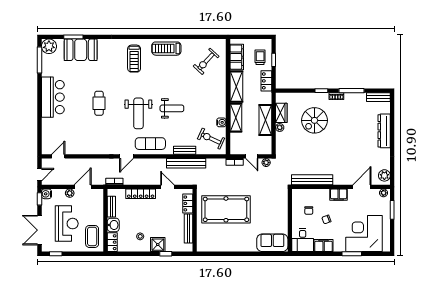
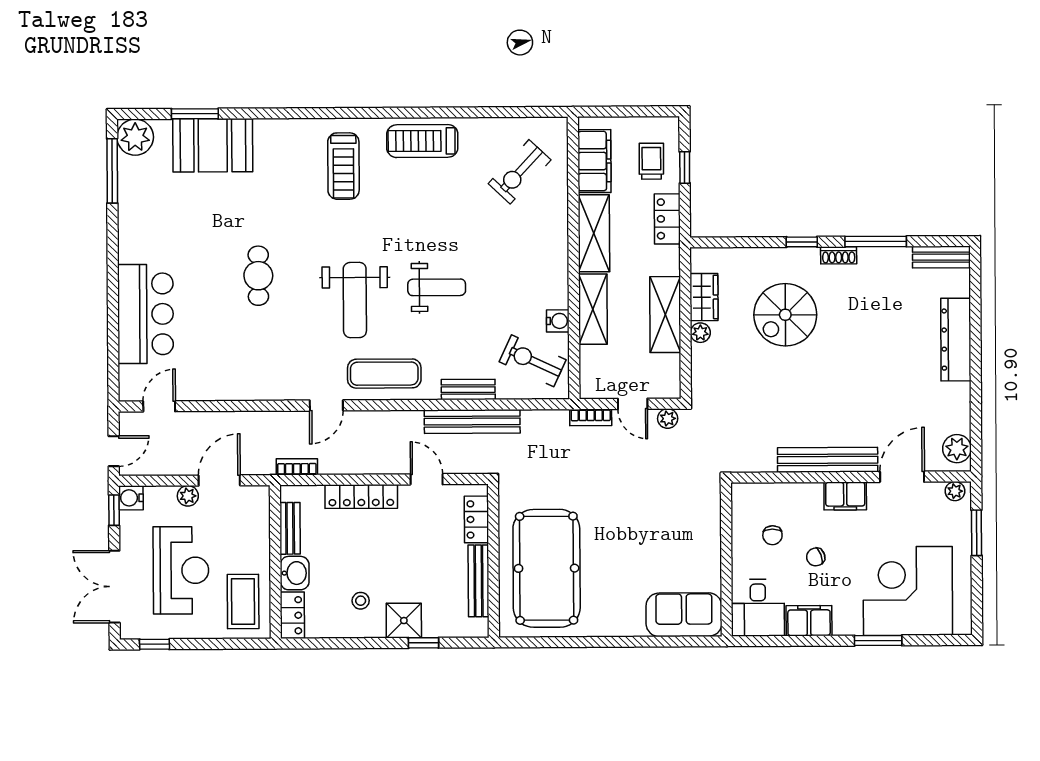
bar counter: (53, 97) -> (145, 314), moved
bench: (312, 180) -> (828, 460), moved
pool table: (226, 209) -> (547, 568), moved, turned 90

